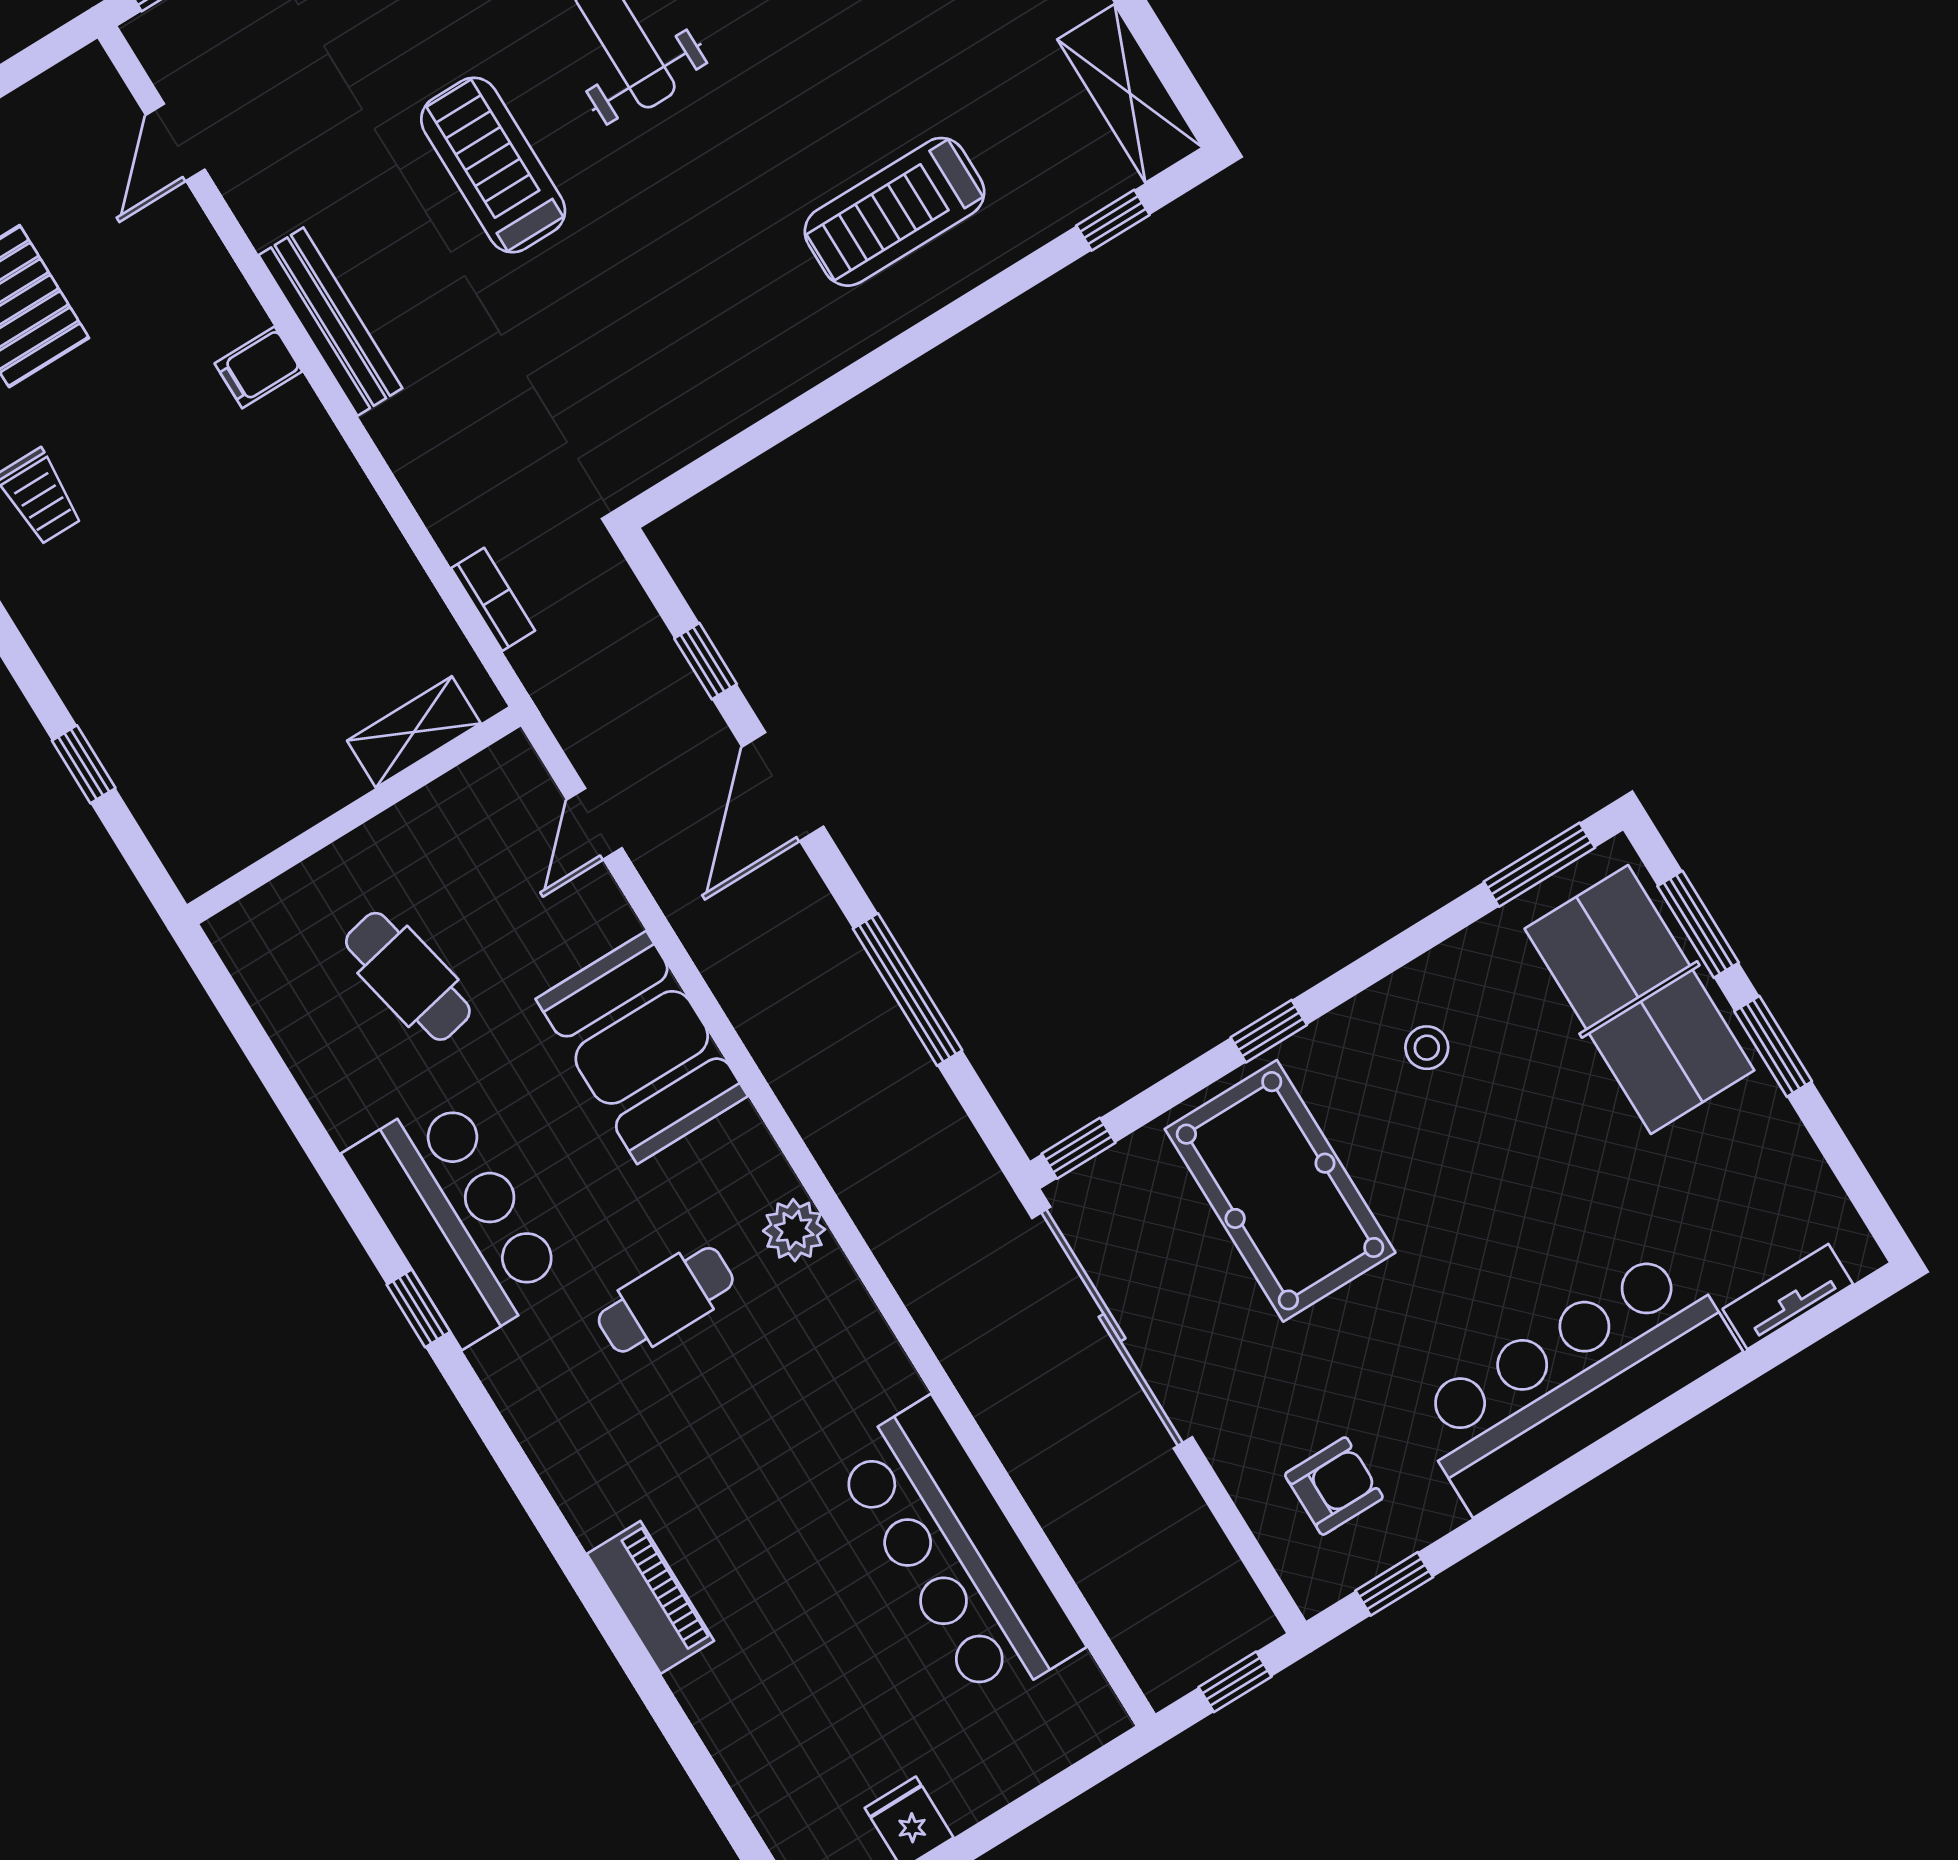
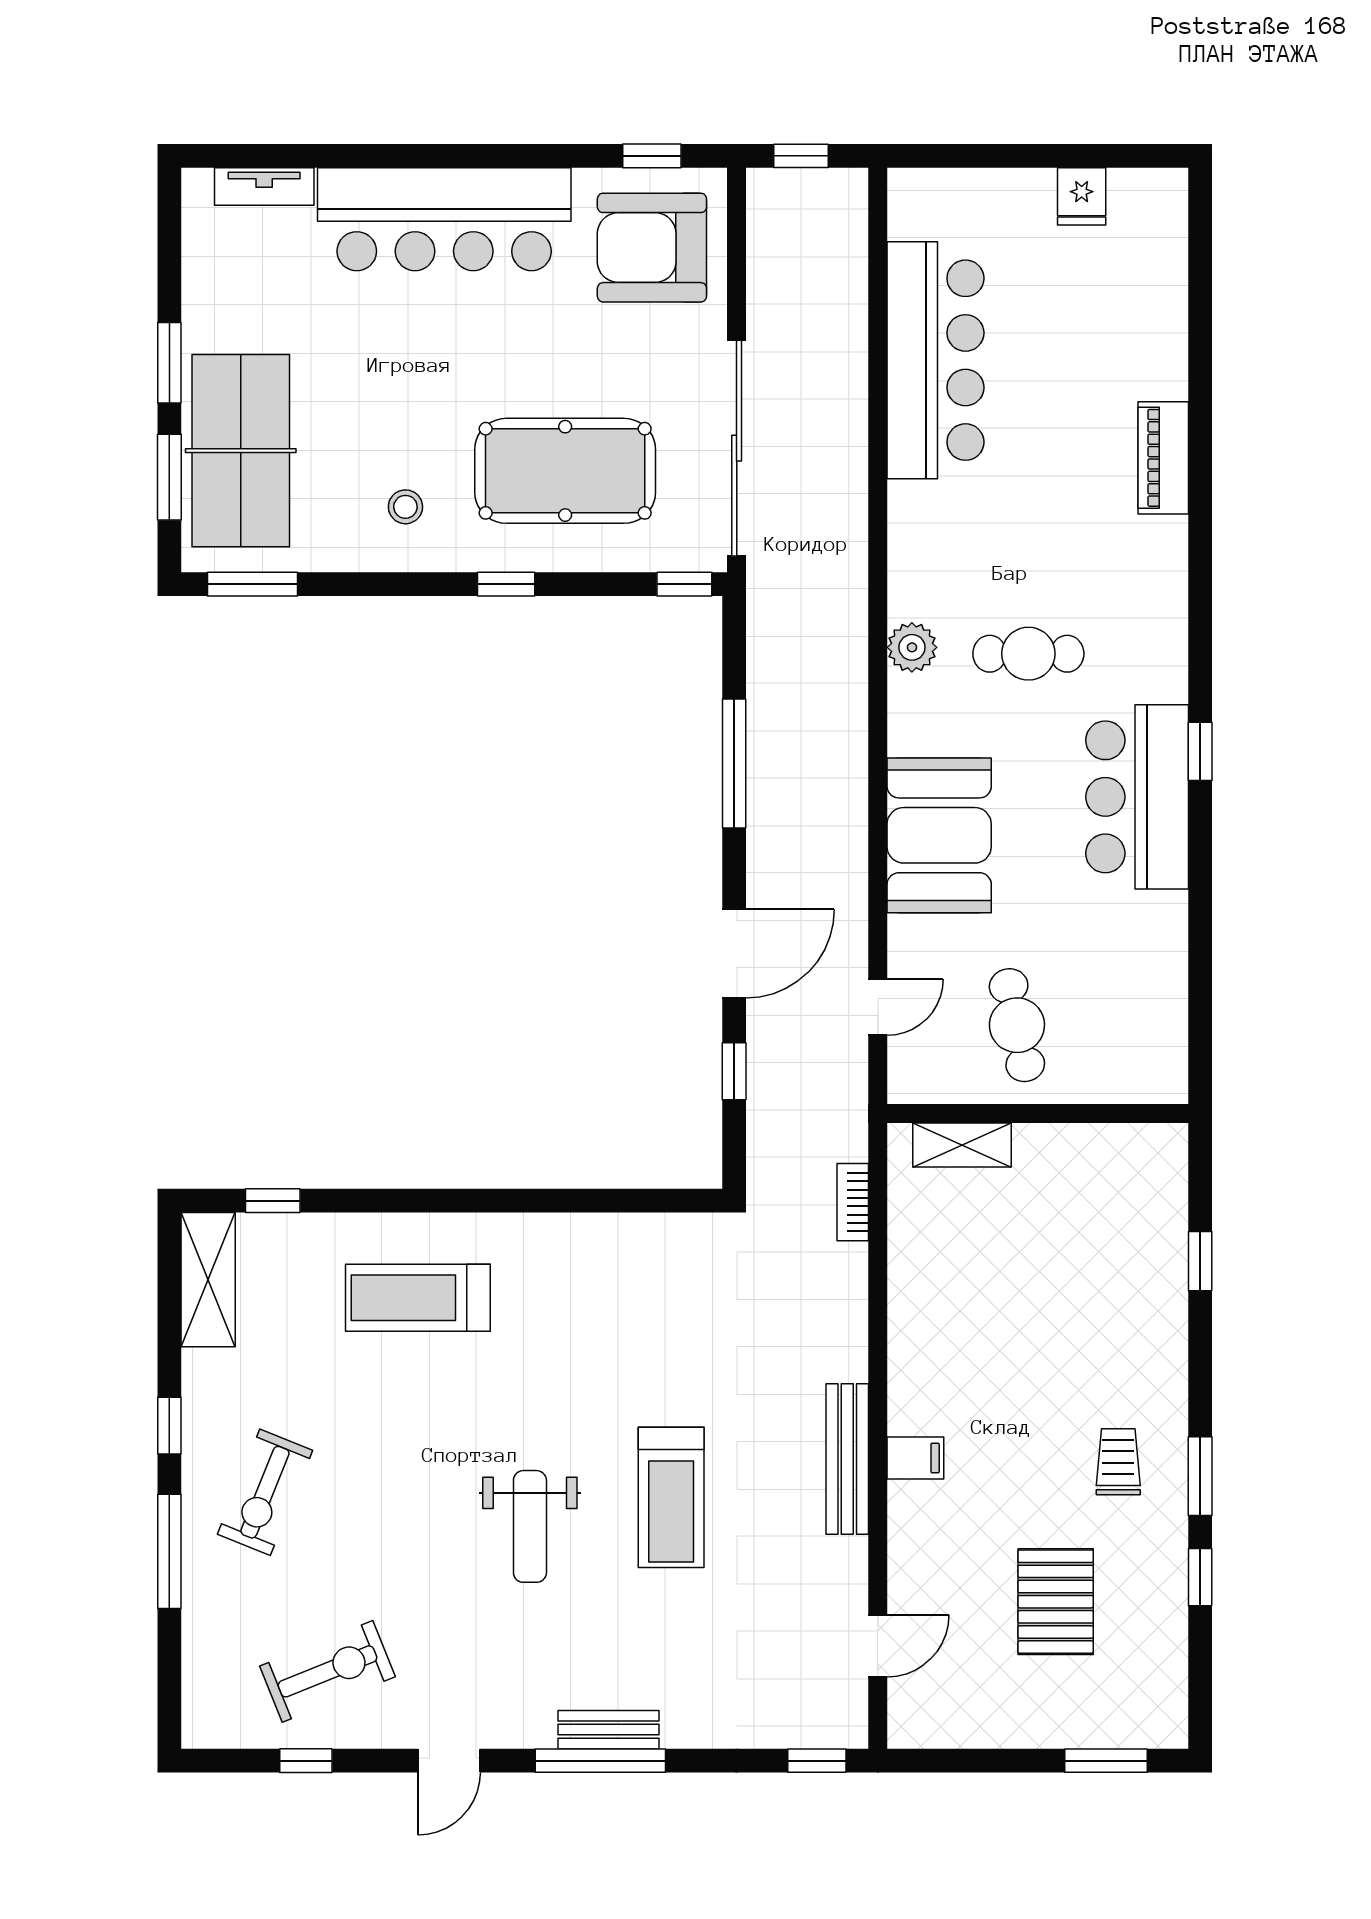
treadmill: (895, 212) -> (418, 1298), turned 180
cafe table: (408, 976) -> (1017, 1025), moved
pool table: (1280, 1191) -> (565, 471), turned 90
armchair: (1334, 1486) -> (652, 248), width x1.88, depth x1.88

